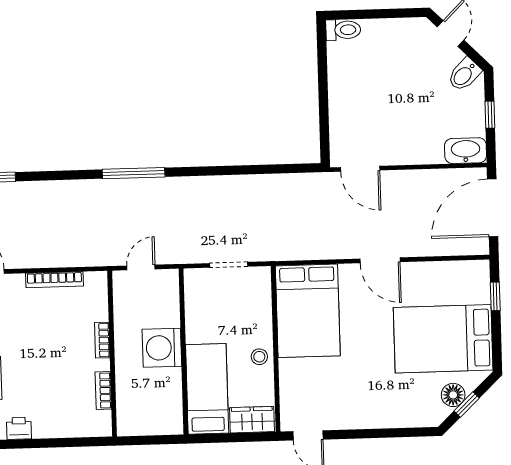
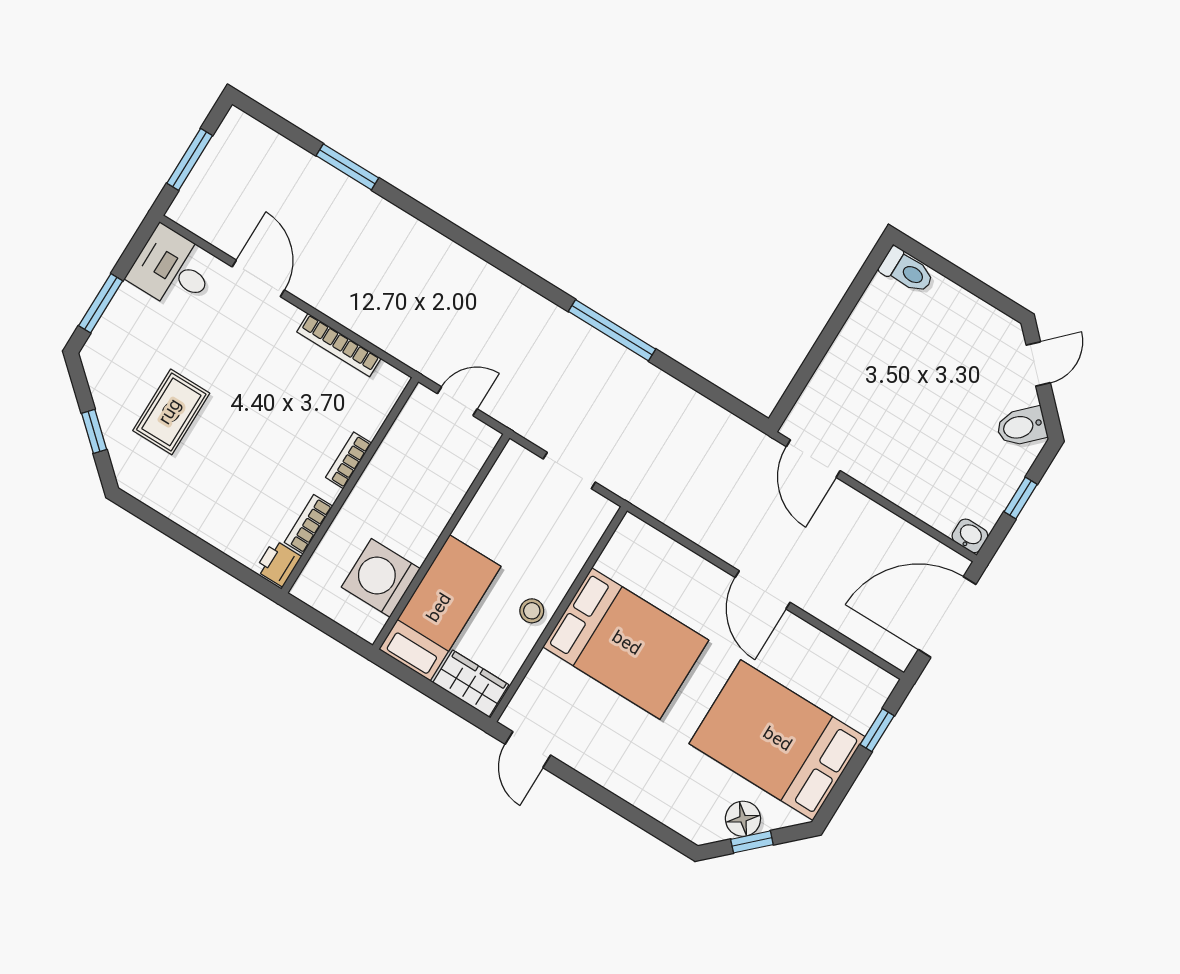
washbasin: (466, 151) -> (970, 536), width x0.52, depth x0.69
window: (134, 173) -> (612, 330), moved
bed: (308, 311) -> (626, 644), moved, turned -90
washing machine: (162, 348) -> (381, 578), moved
printer: (19, 428) -> (278, 563), moved, turned -90

